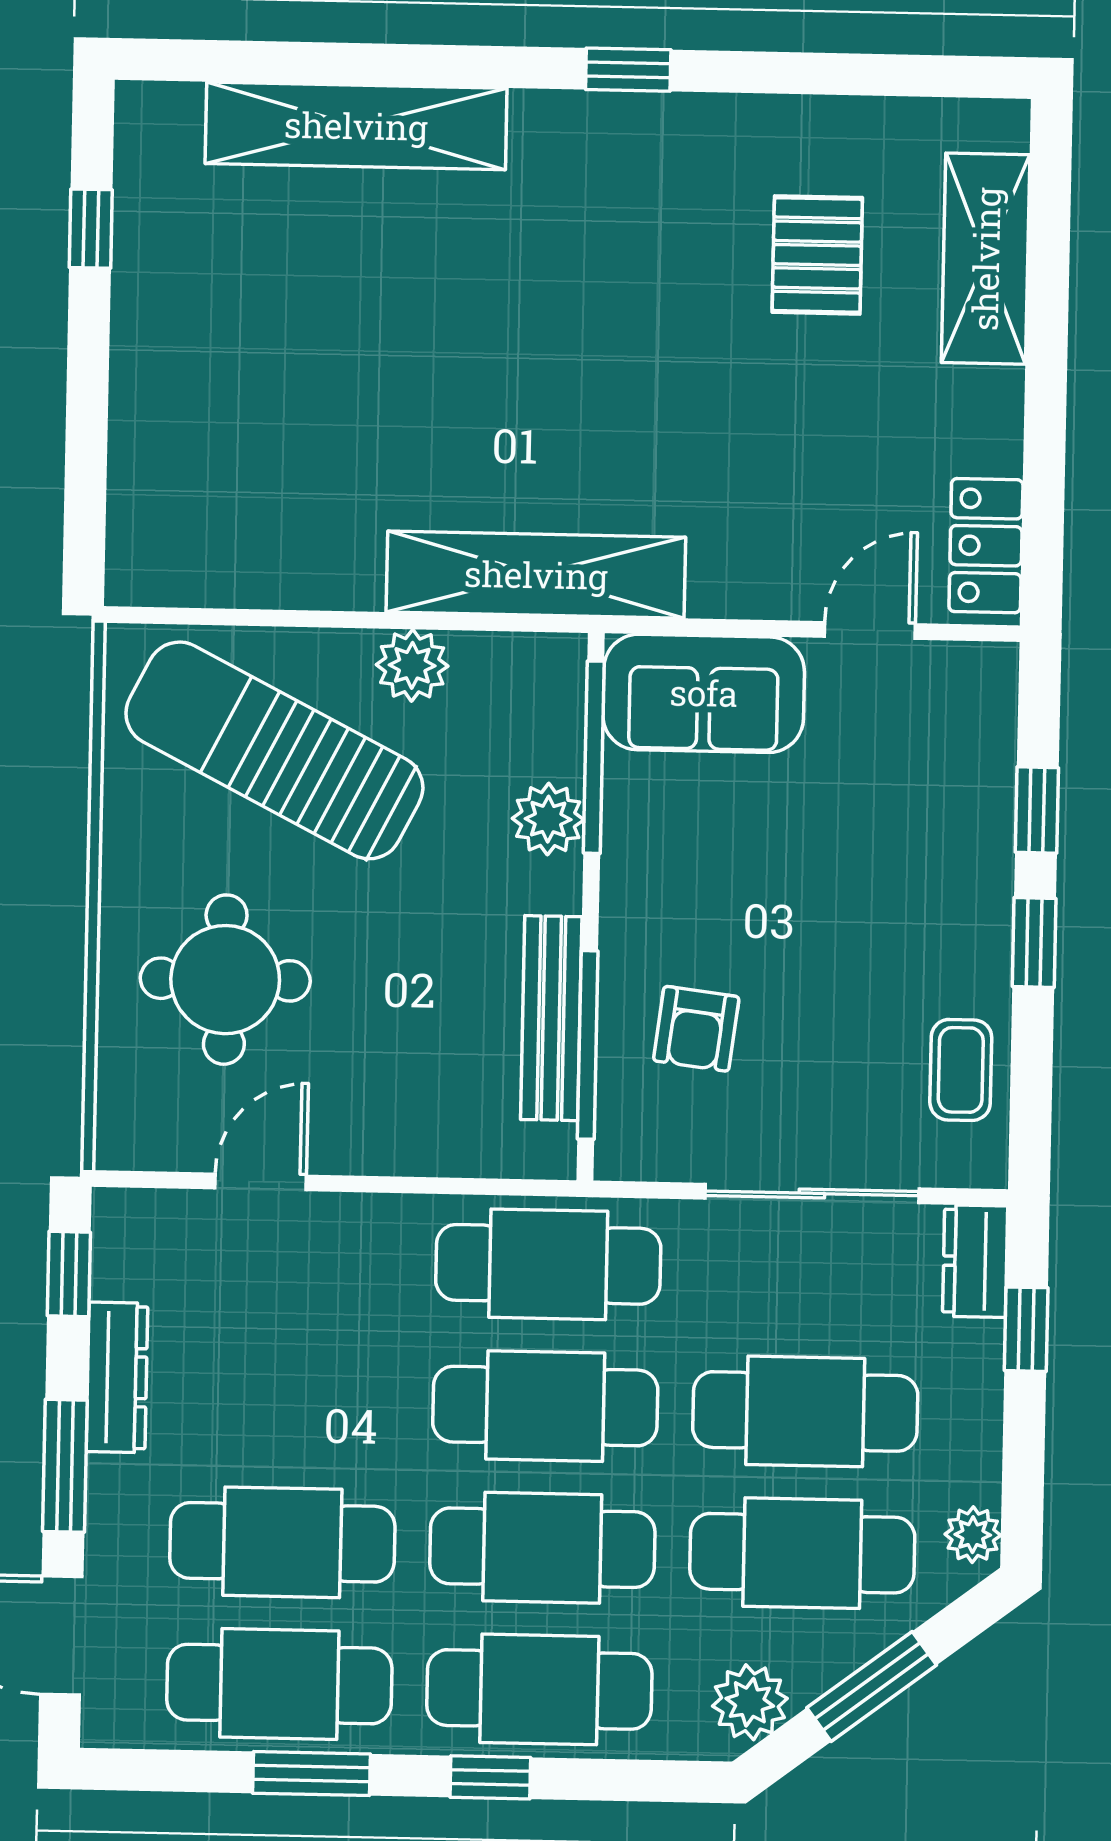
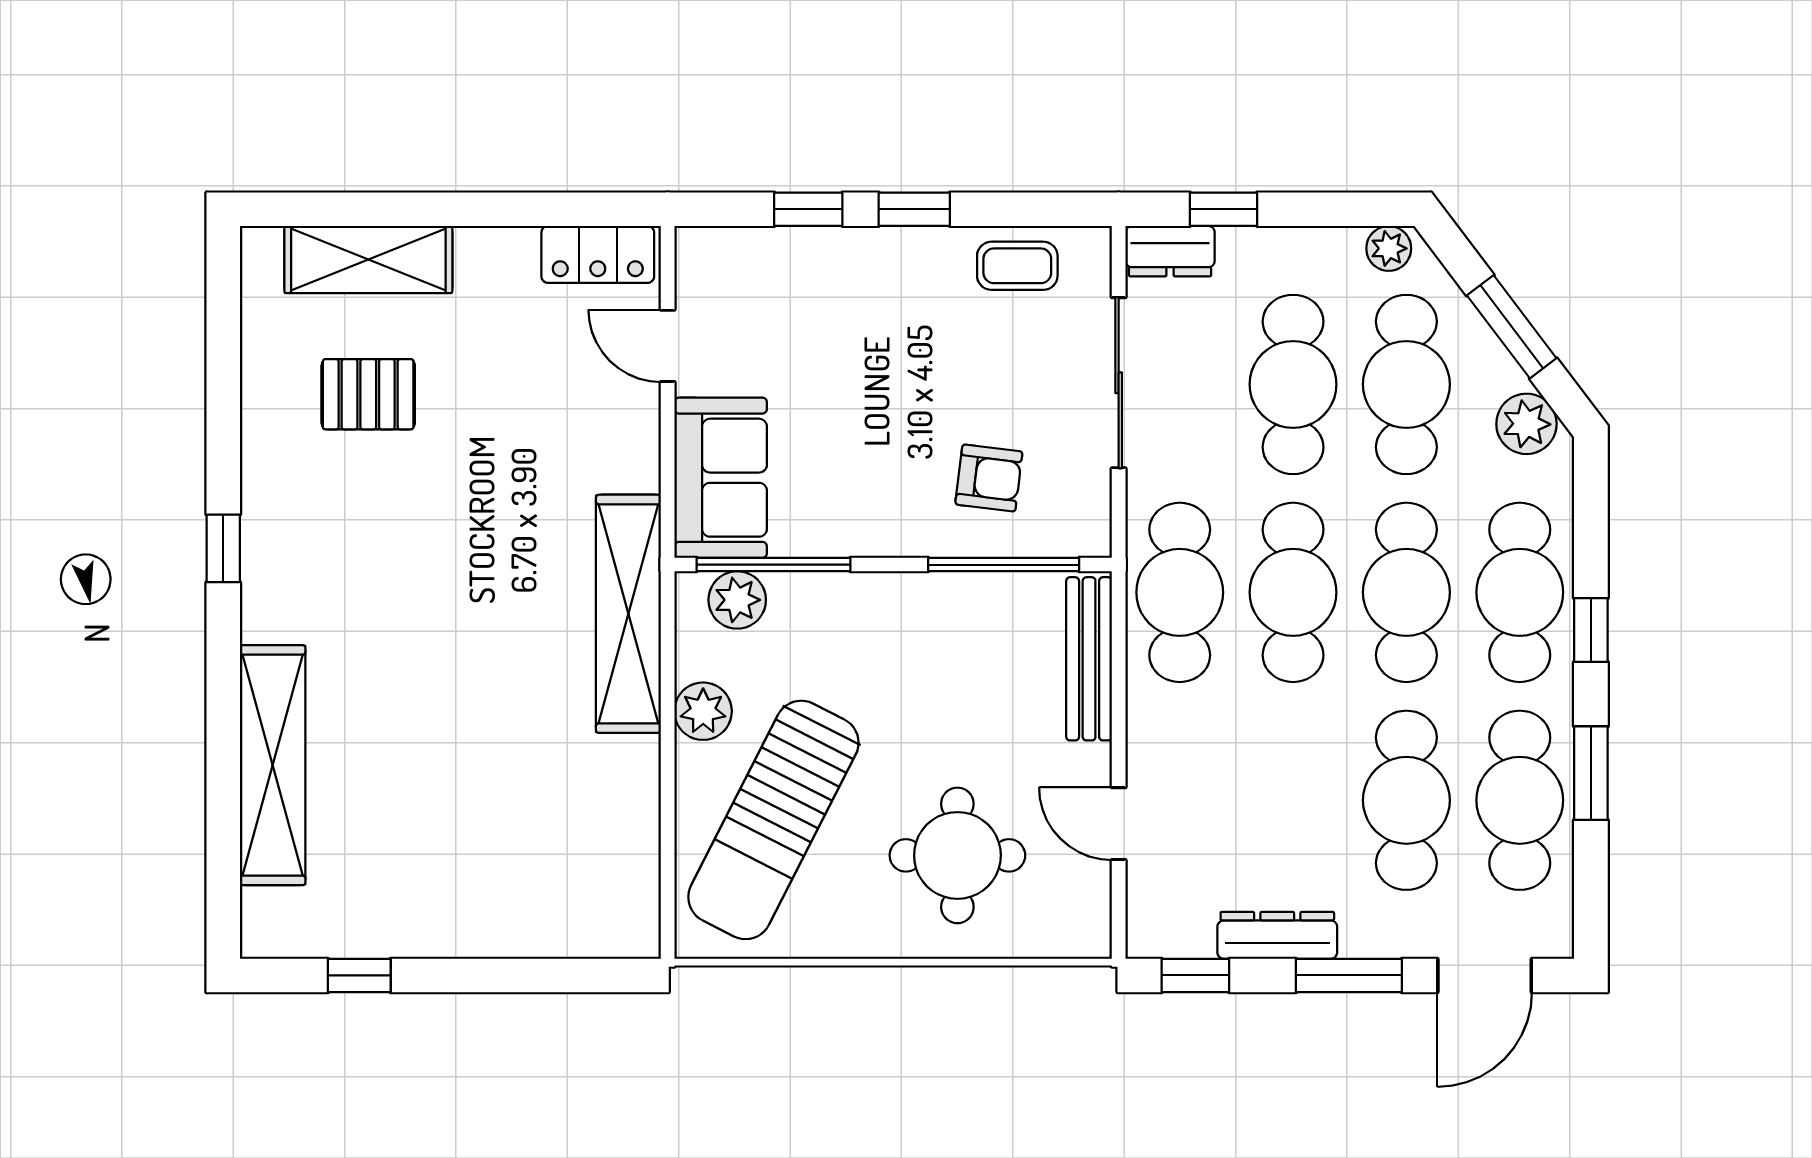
plant: (548, 819) -> (737, 600), moved
bench: (551, 1018) -> (1089, 659), moved, turned 90

